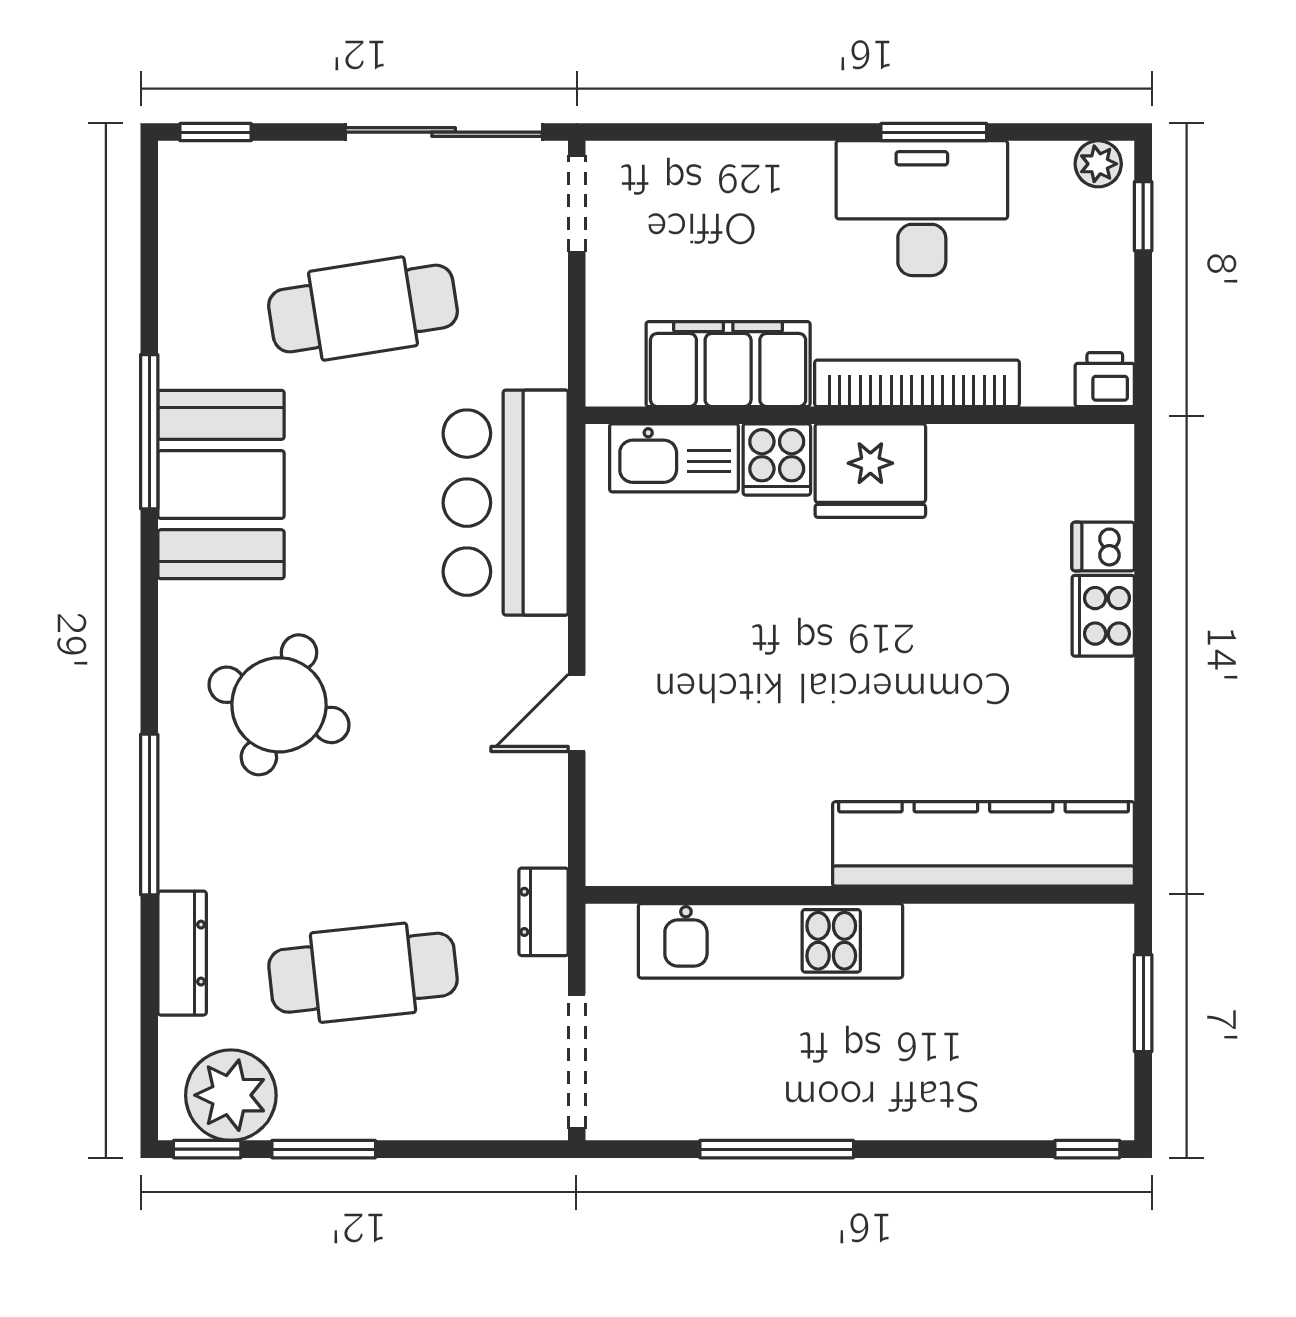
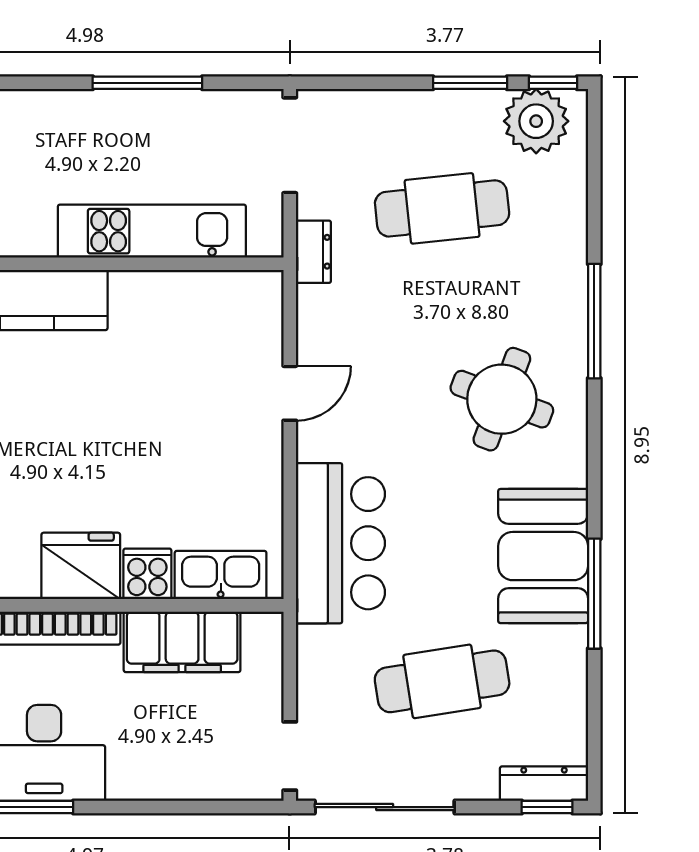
dresser: (182, 953) -> (544, 784), moved, turned 90

